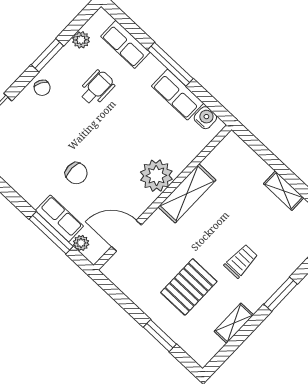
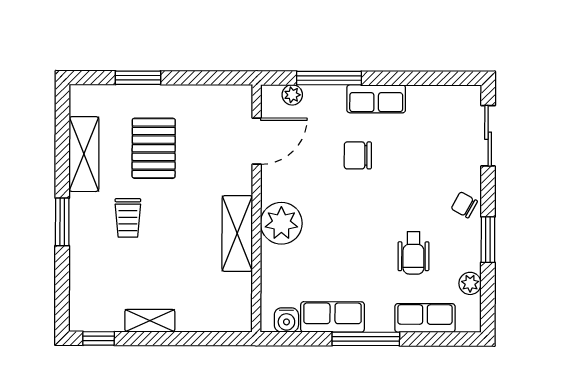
row of seats: (59, 218) -> (376, 99), moved
shelving: (234, 323) -> (84, 154), width x1.50, depth x1.33

